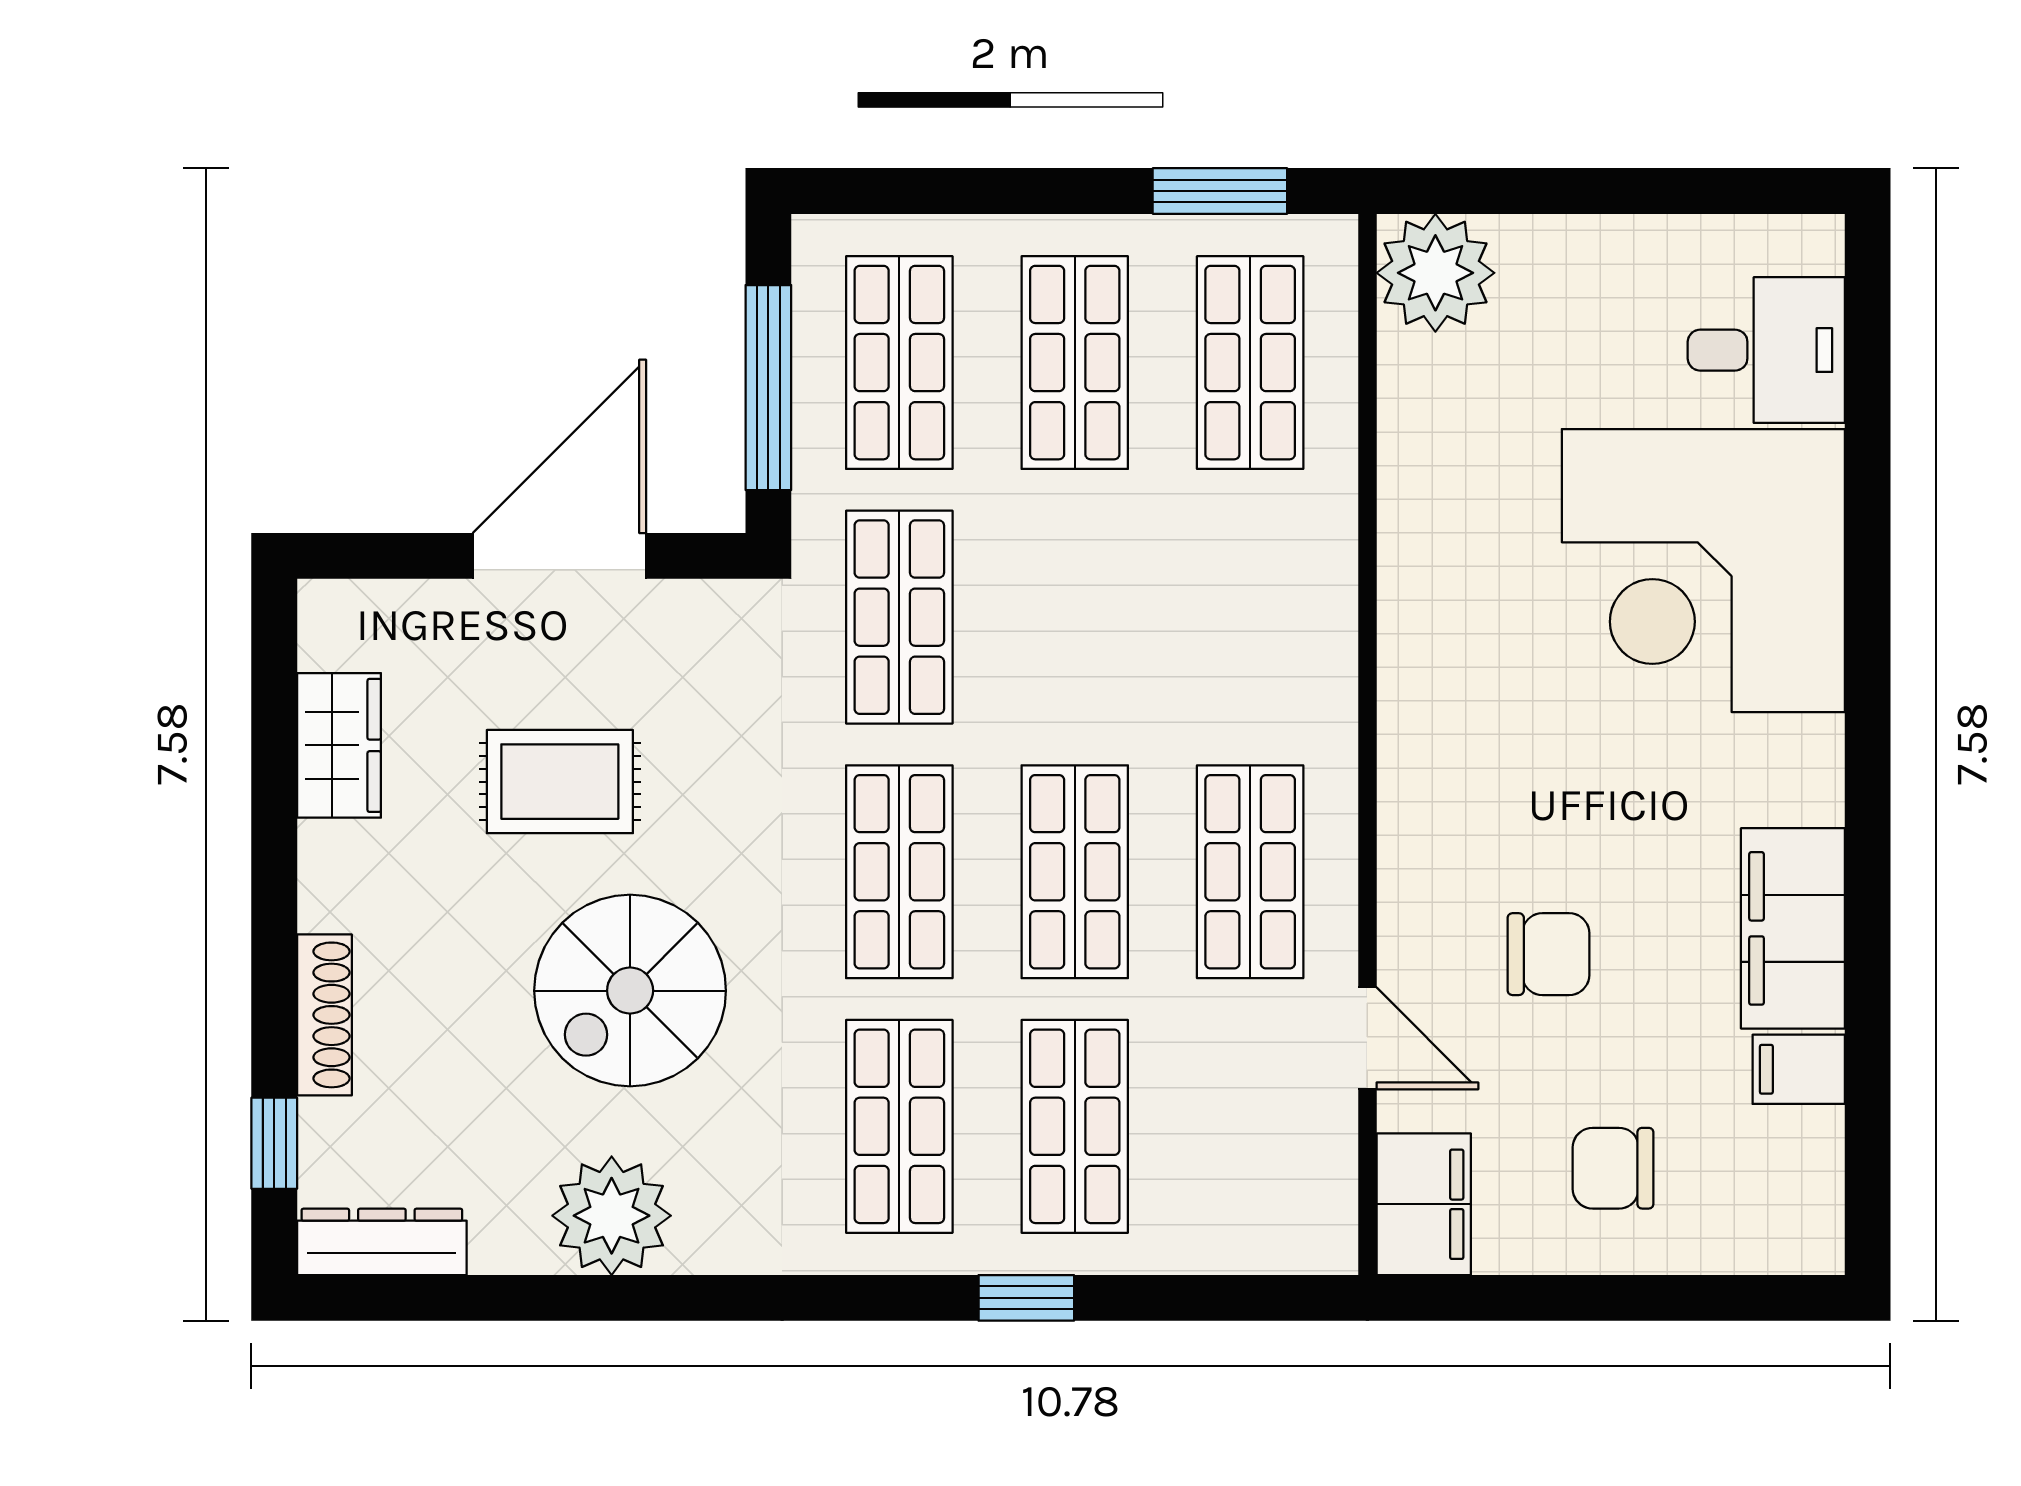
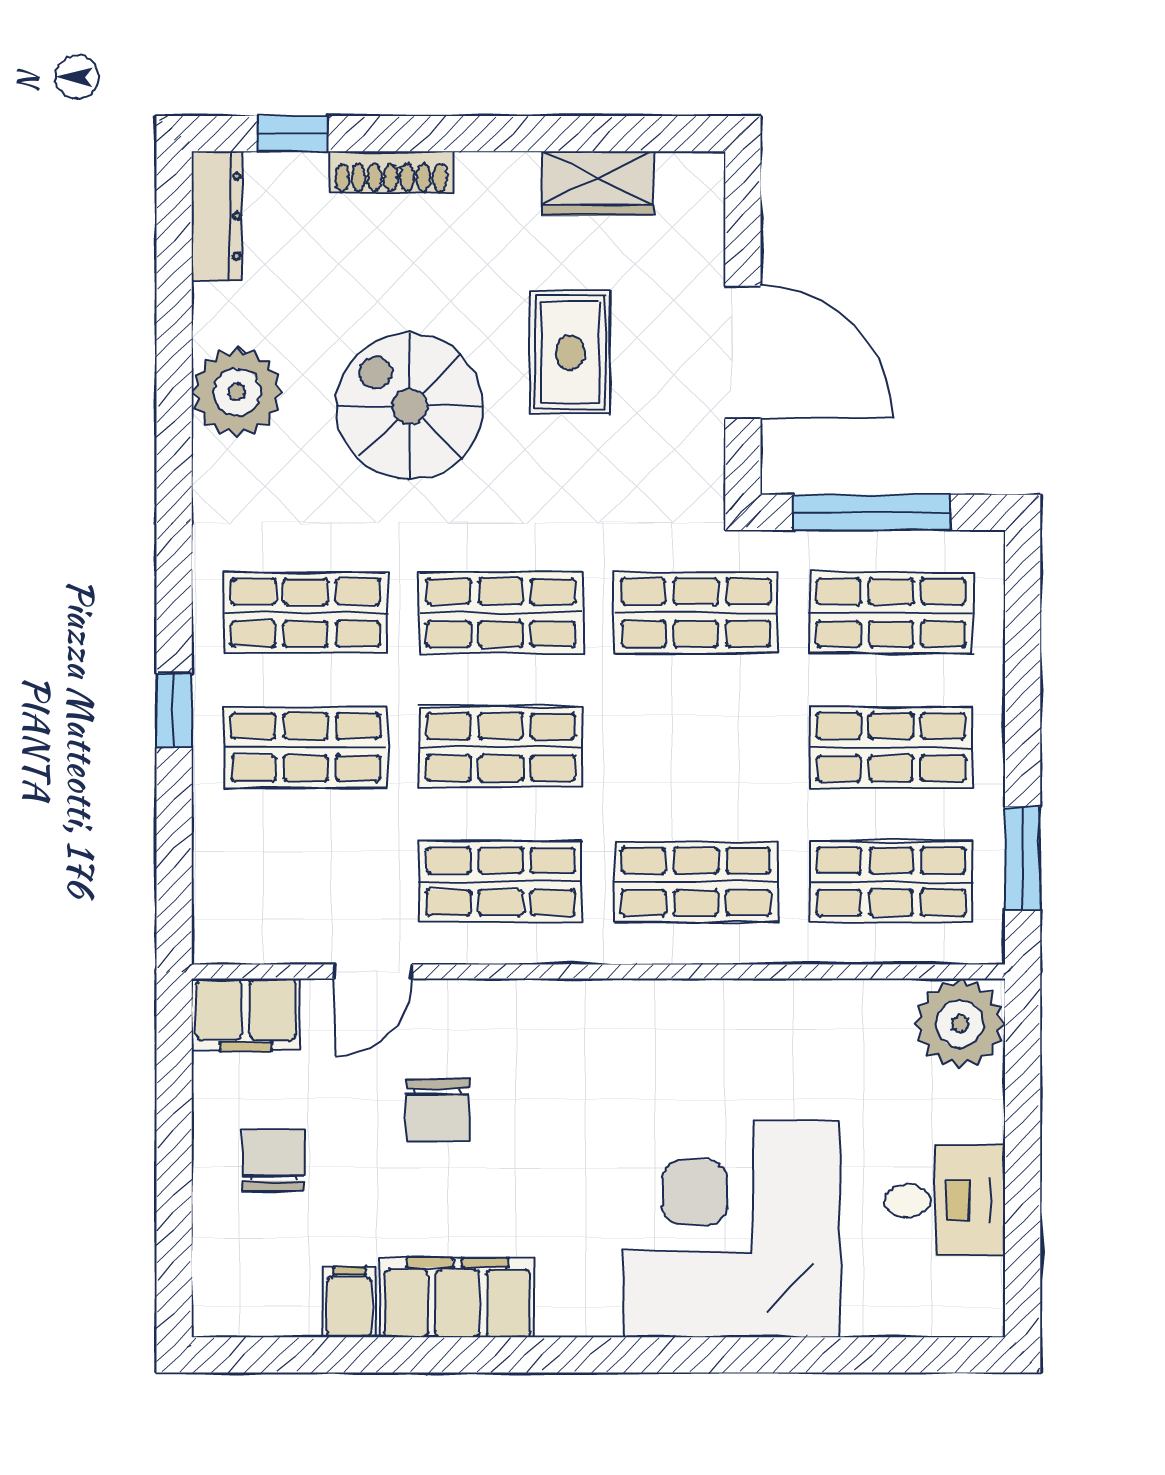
desk: (1766, 350) -> (945, 1201), moved, turned -90
shop shelf: (1250, 617) -> (696, 882), added

